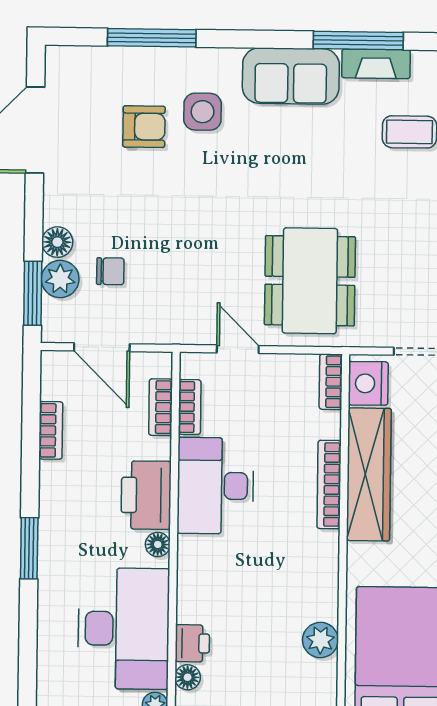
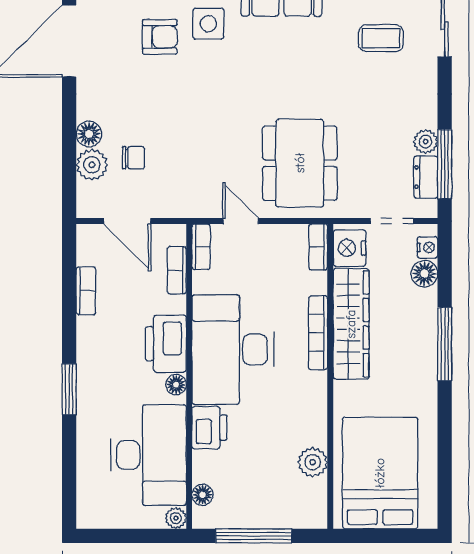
window: (33, 293) -> (69, 177), removed
bookcase: (190, 407) -> (201, 247), moved
desk: (215, 486) -> (233, 350), width x1.36, depth x1.30
printer: (192, 643) -> (209, 428), moved, width x1.36, depth x1.24

